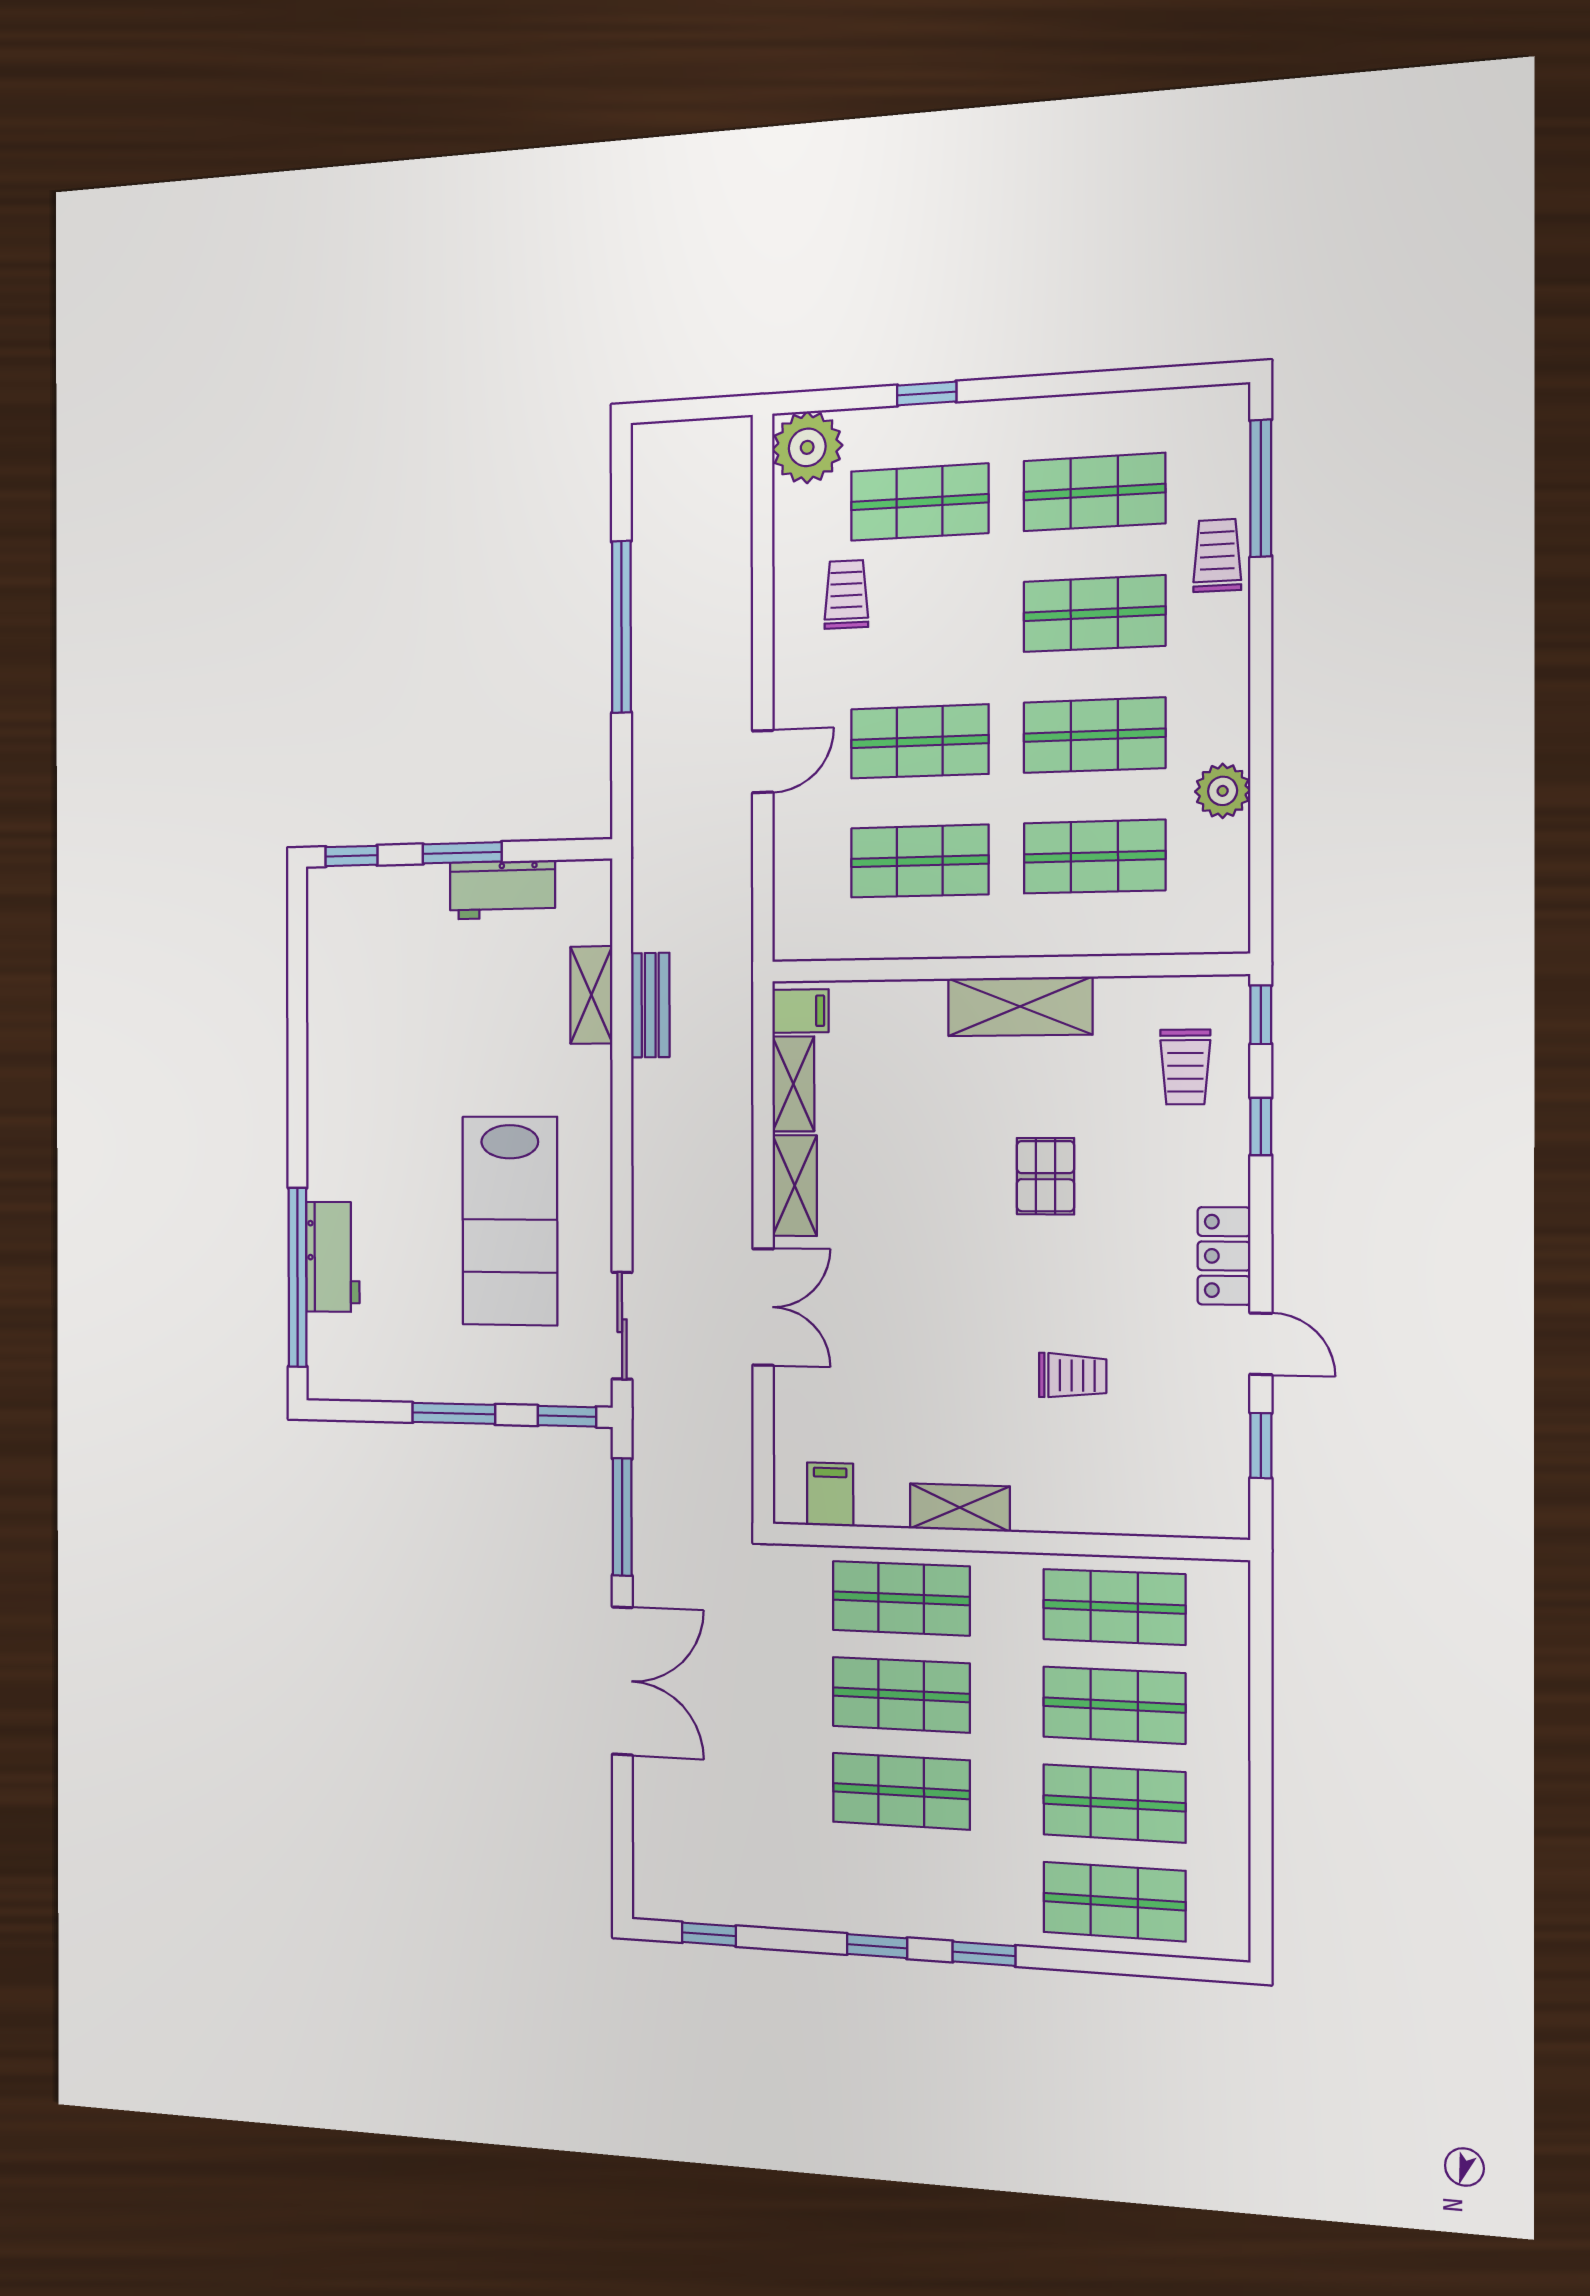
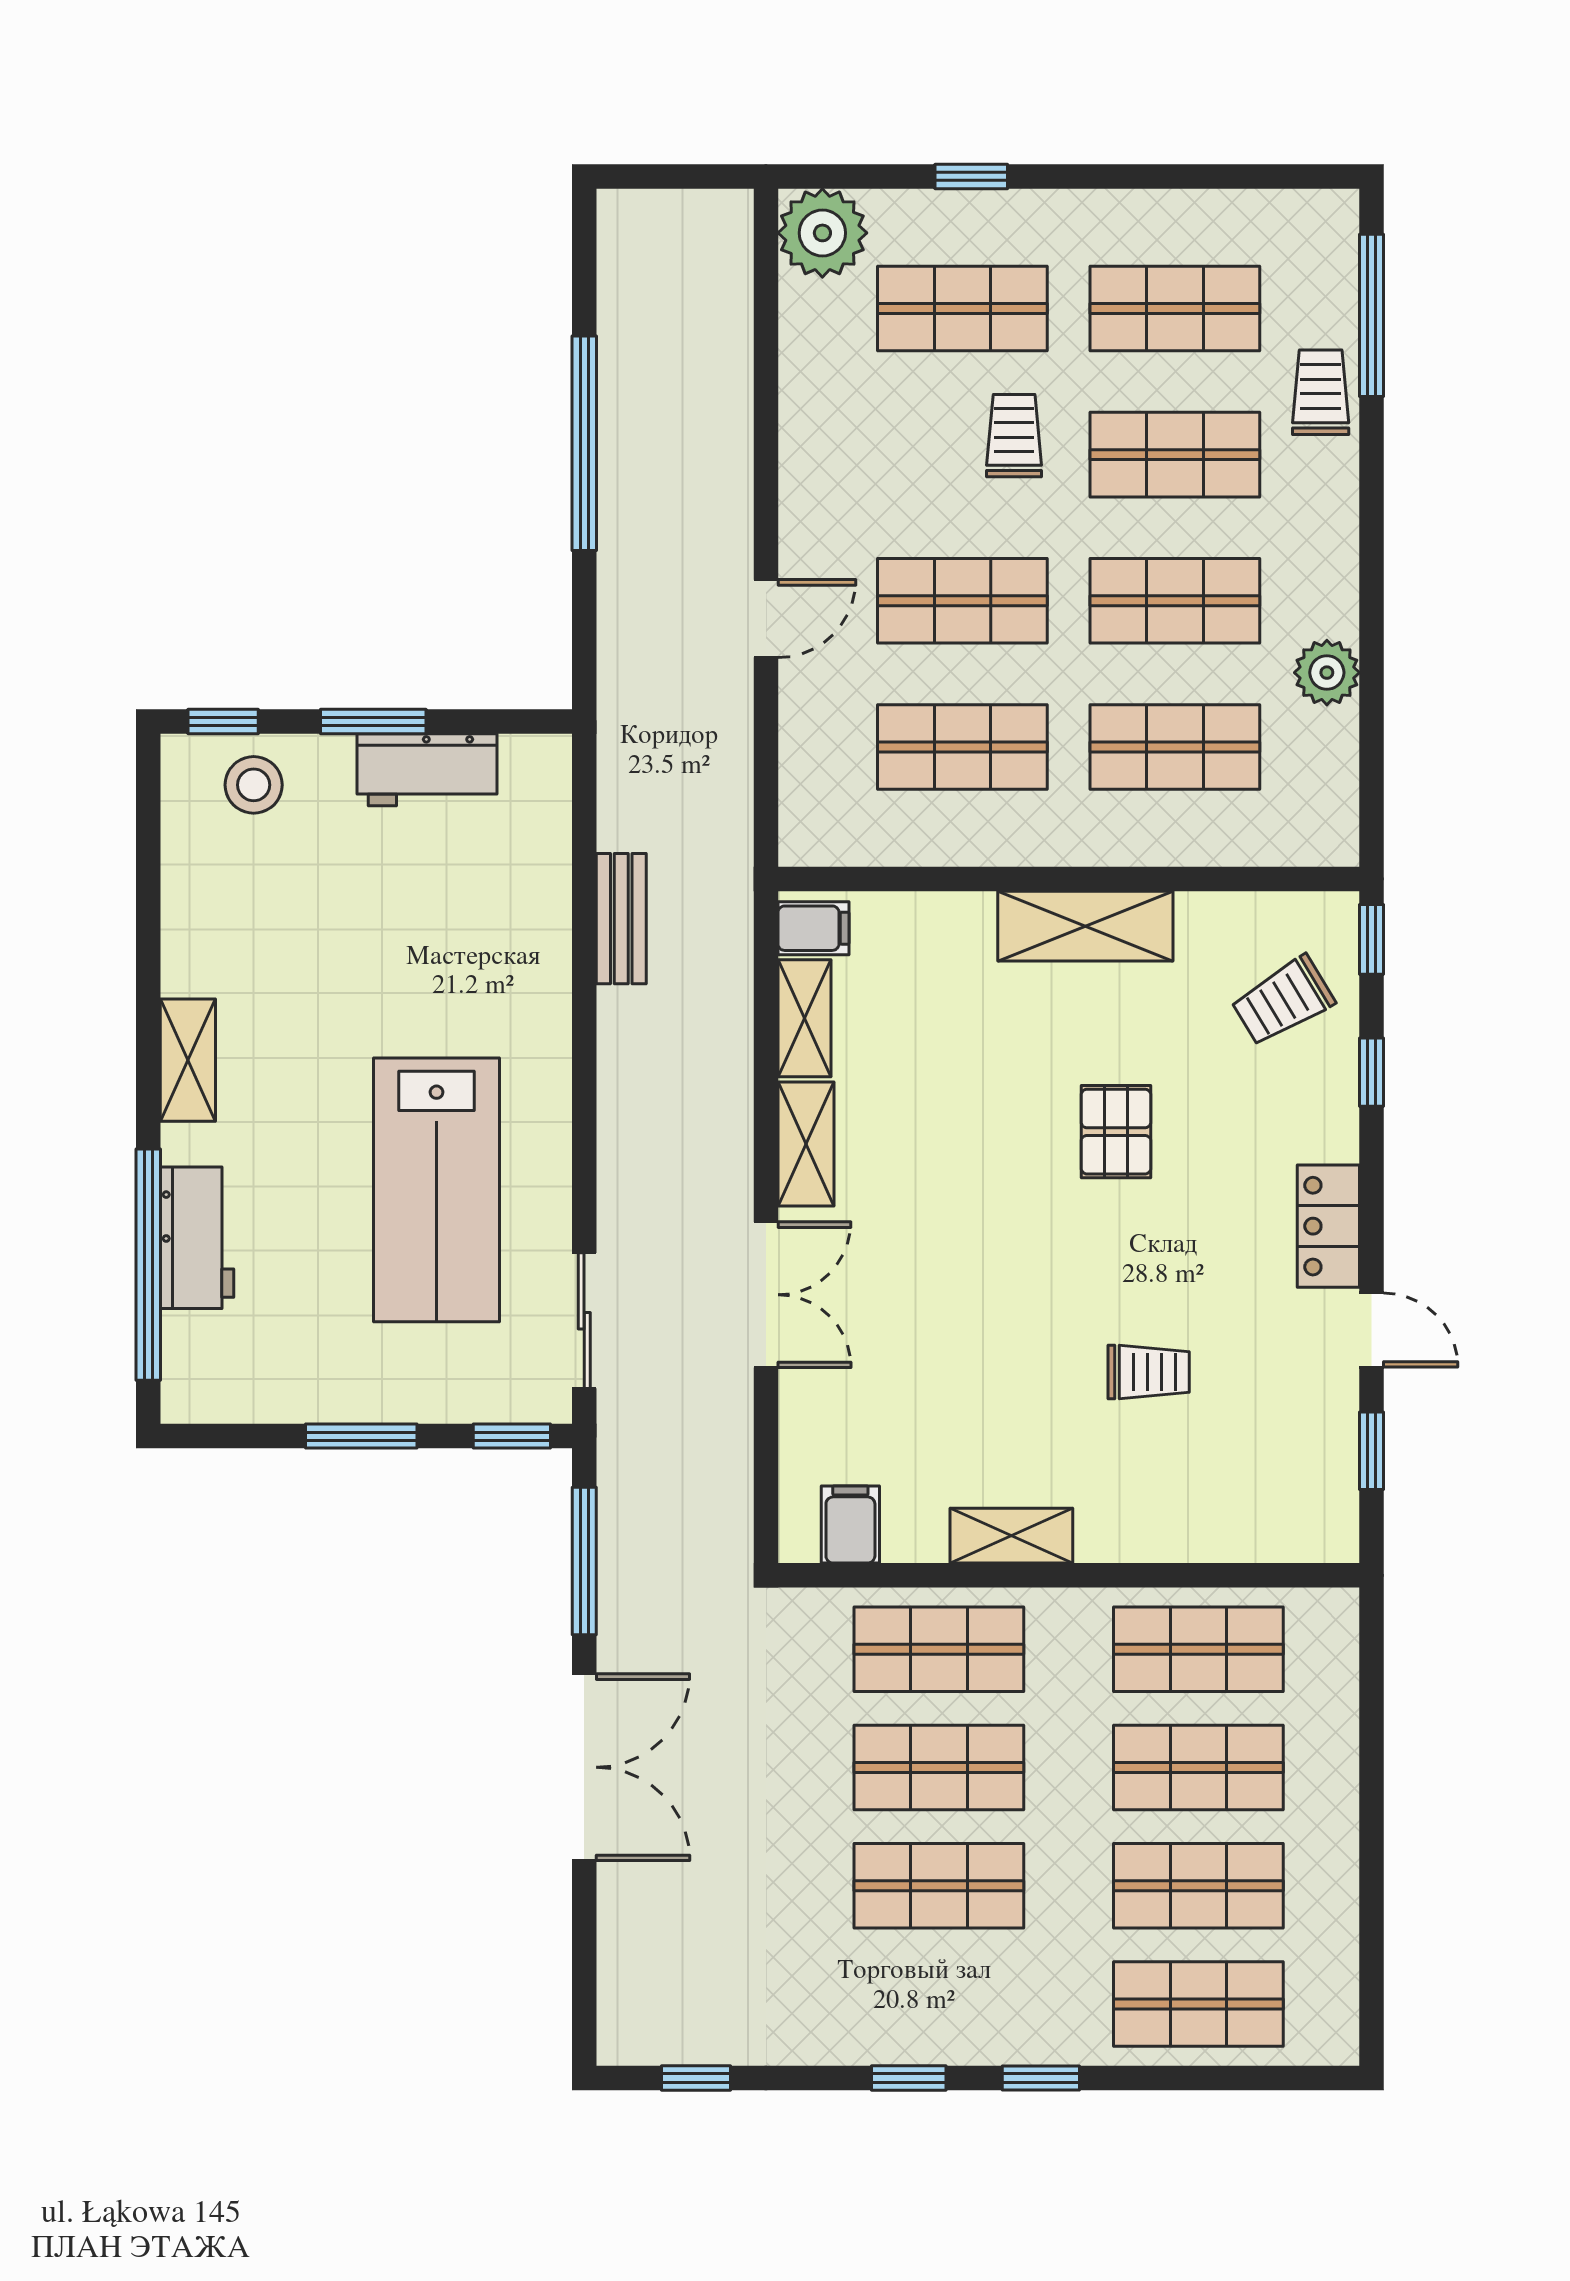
trolley: (846, 594) -> (1014, 436), moved
stool: (374, 905) -> (254, 785), added
shelving: (591, 995) -> (188, 1060), moved
trolley: (1185, 1067) -> (1283, 1001), turned 59

